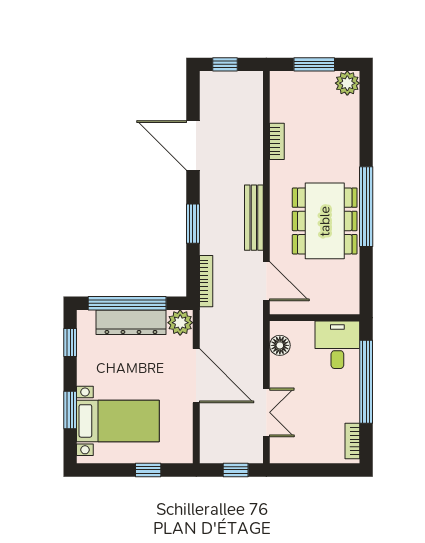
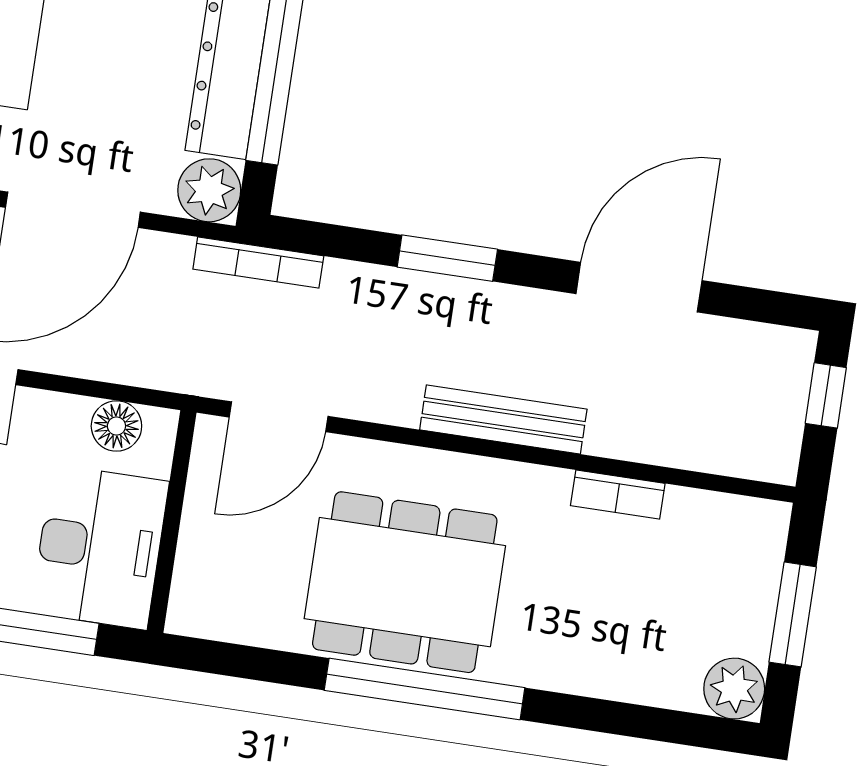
bench: (254, 218) -> (503, 419), moved
bookcase: (206, 281) -> (258, 263), moved
desk: (337, 345) -> (100, 547), width x1.37

